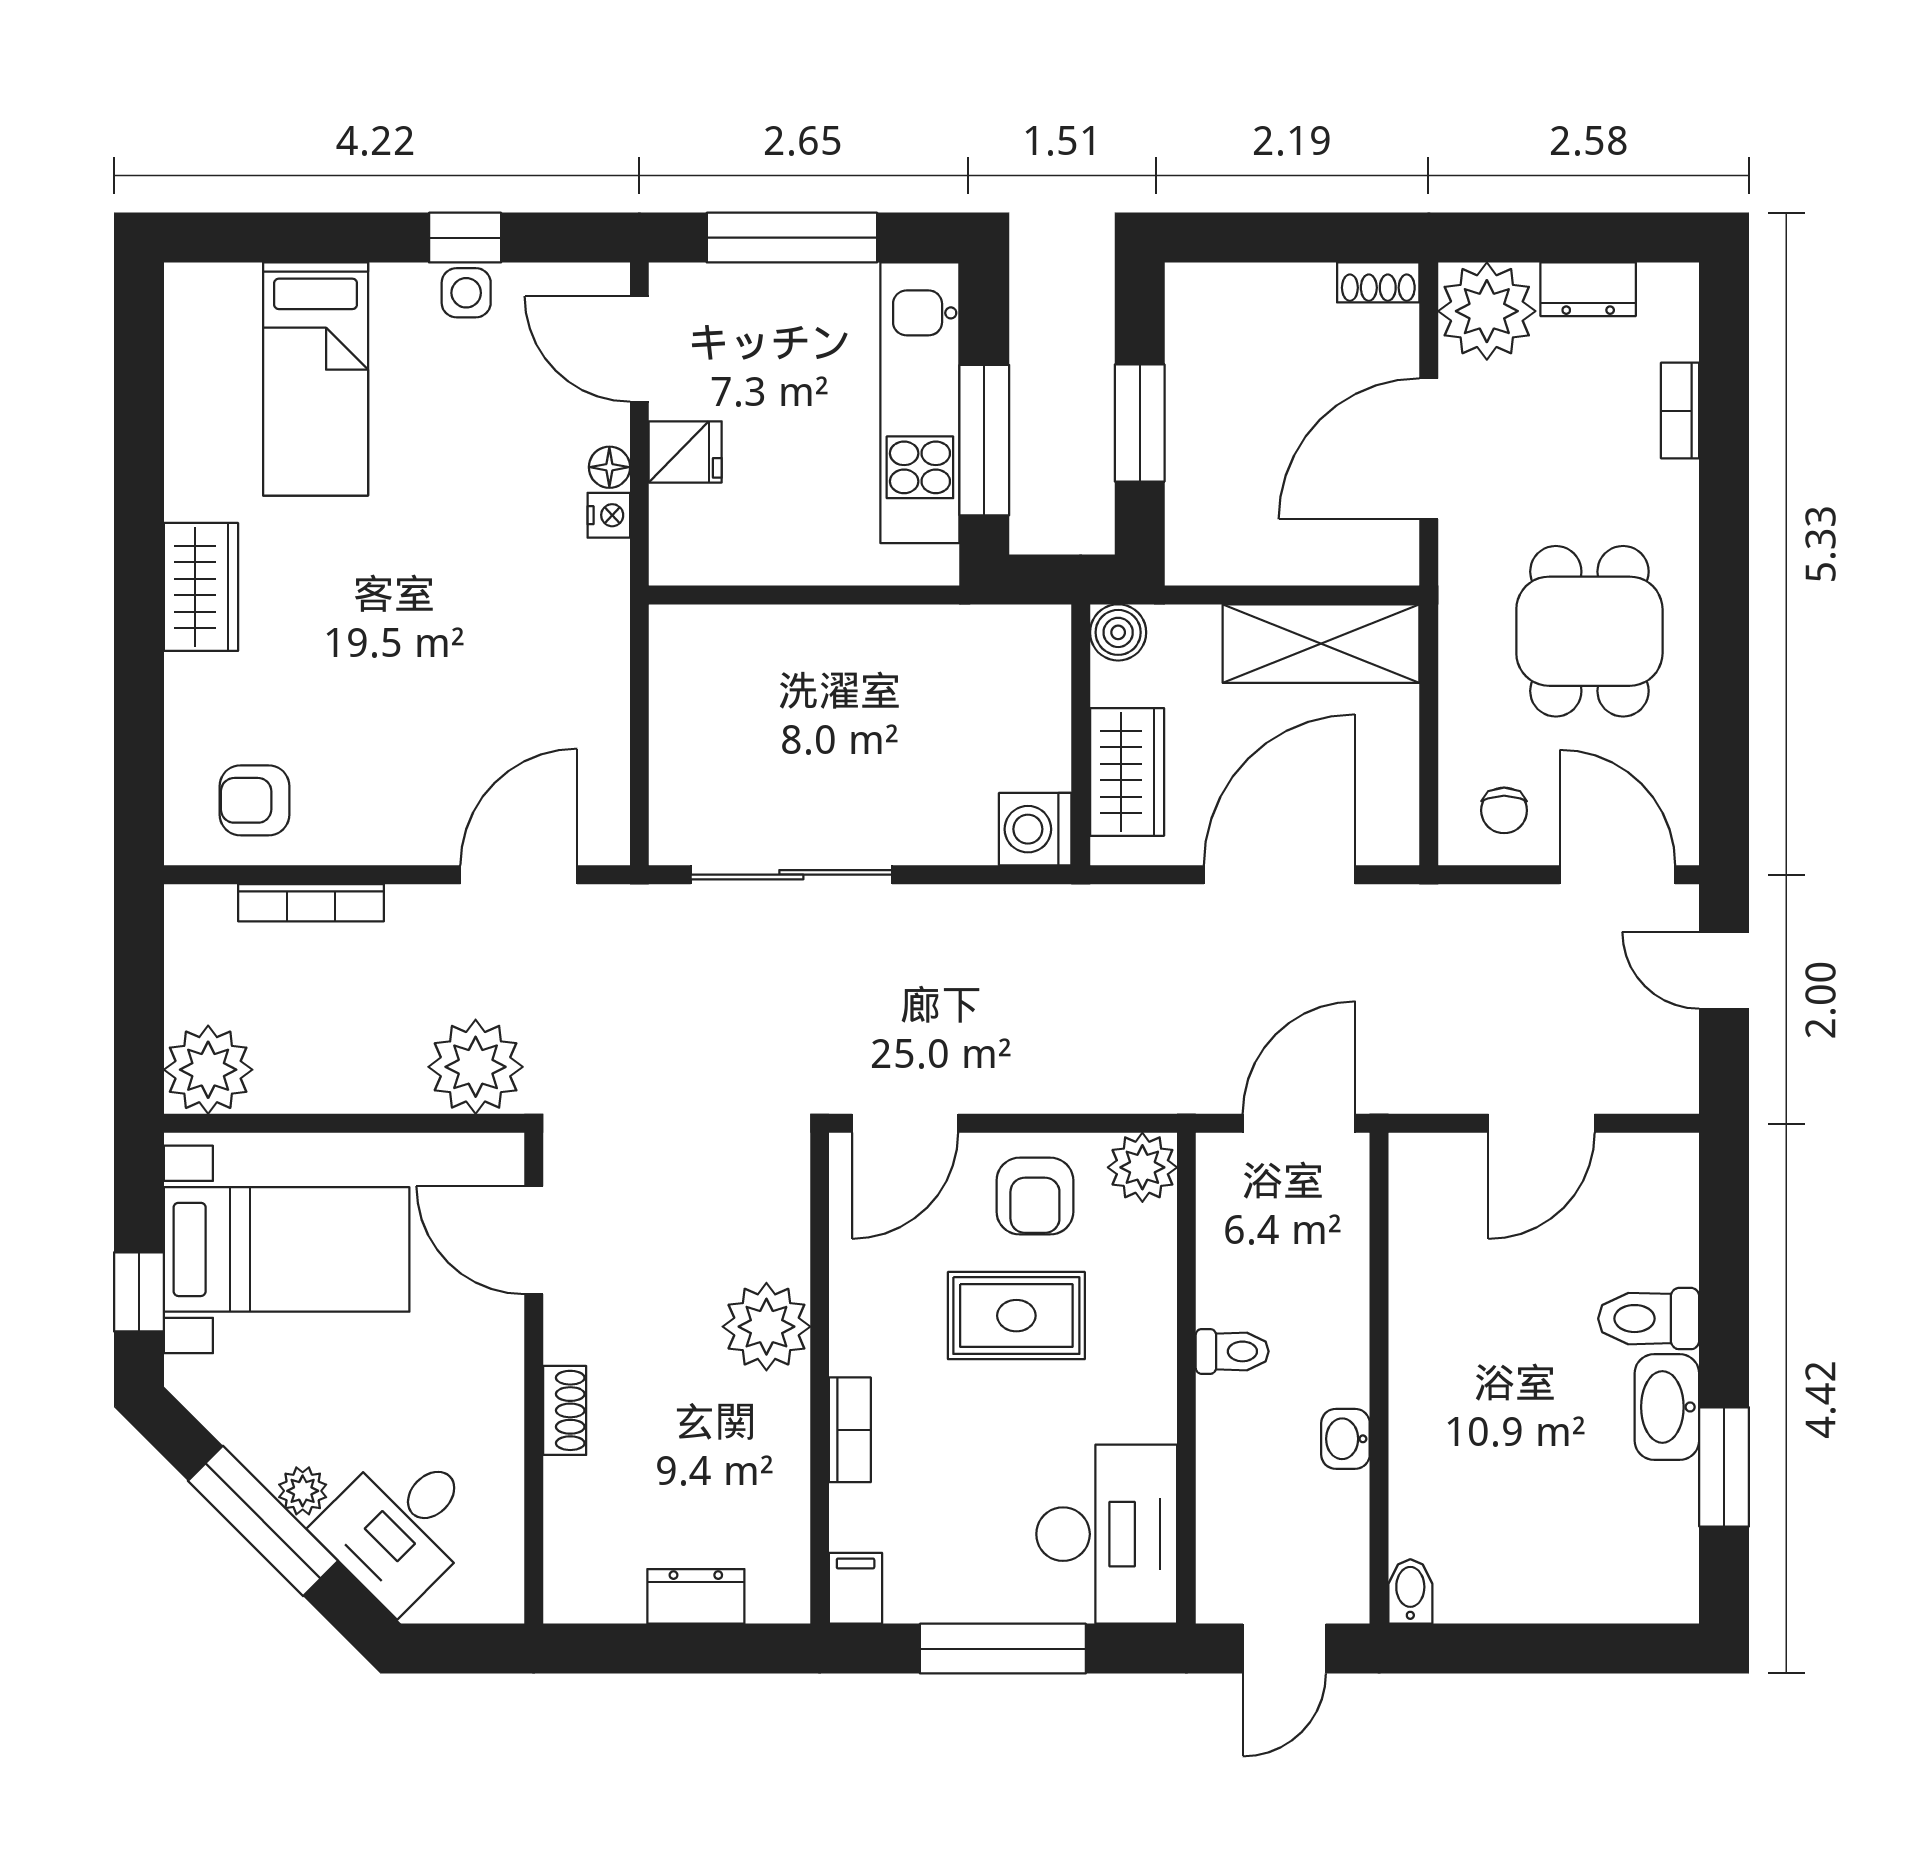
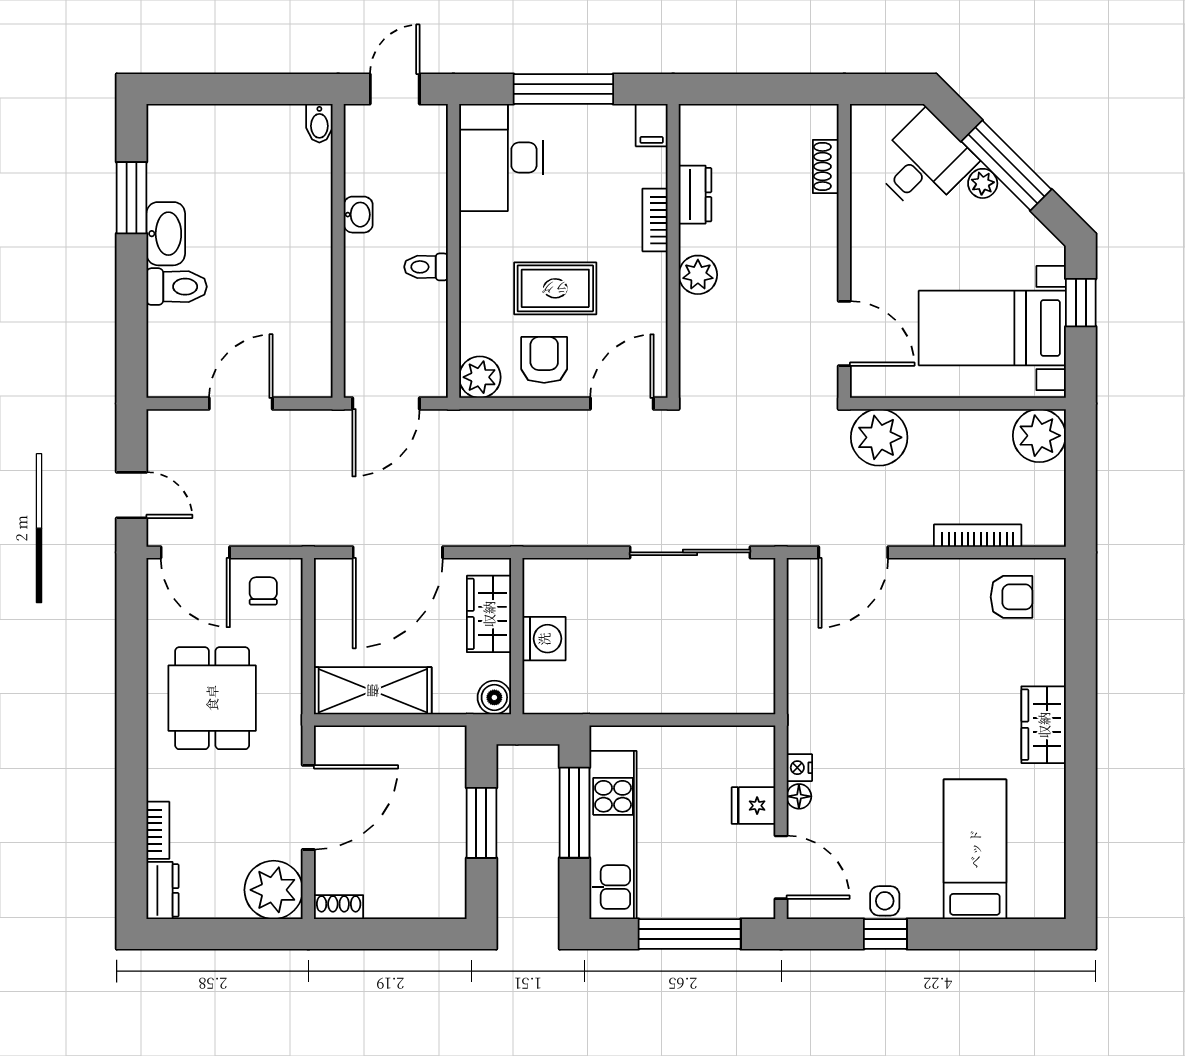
dresser: (1588, 289) -> (162, 890), moved, turned 90
washing machine: (1035, 829) -> (544, 639), moved
plant: (766, 1327) -> (698, 275), width x0.73, depth x0.73
shoe rack: (565, 1410) -> (826, 167), moved
dresser: (696, 1596) -> (695, 195), moved, turned -90

